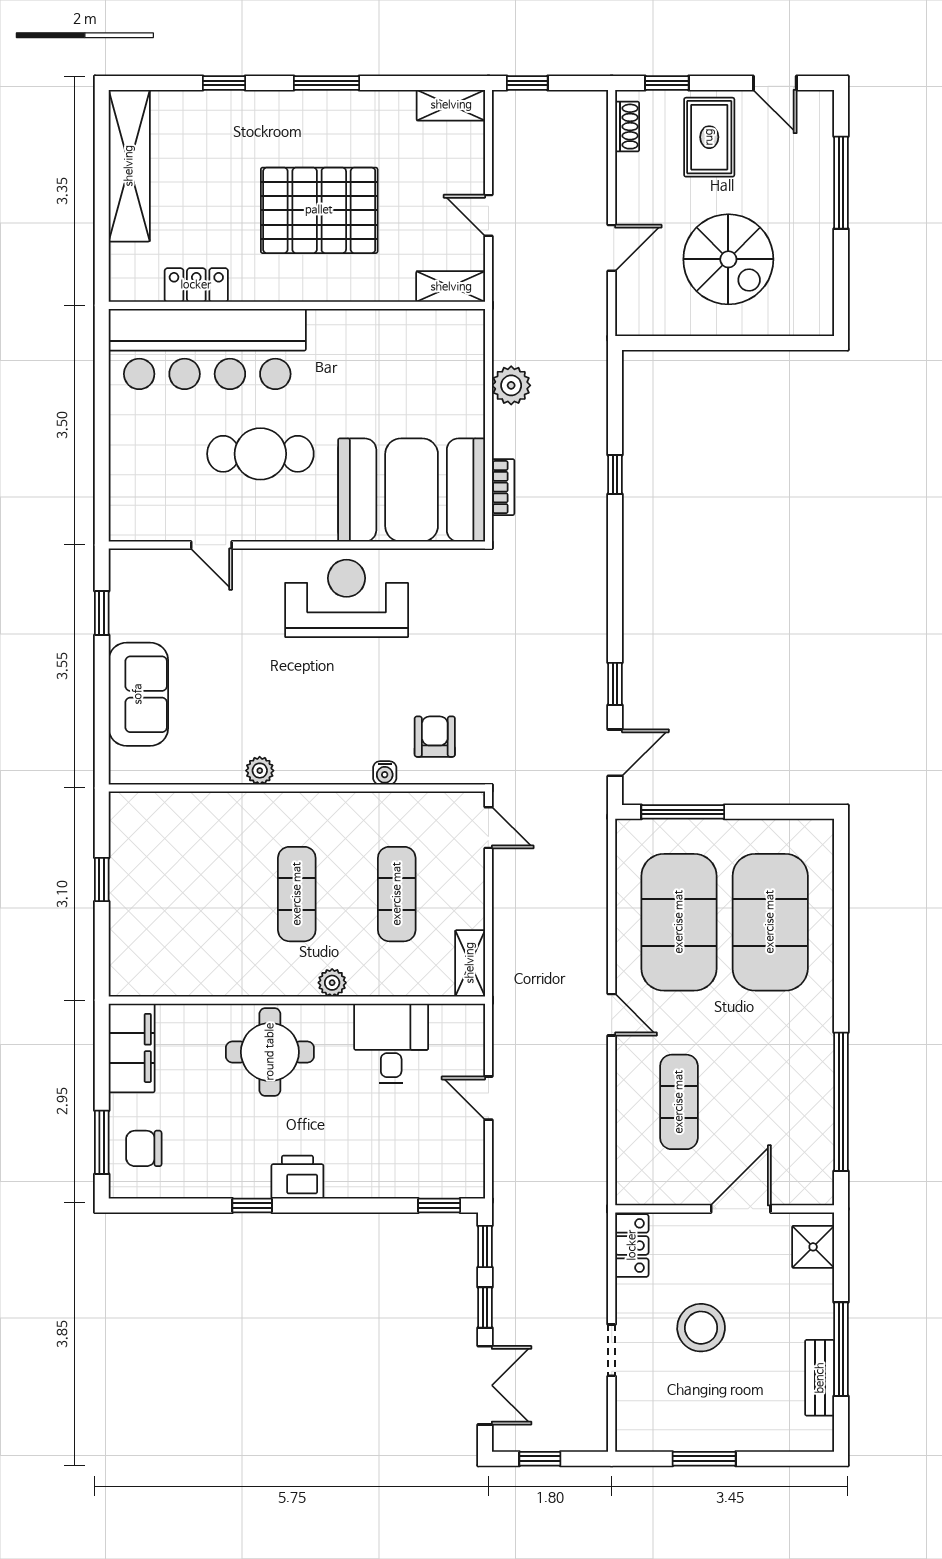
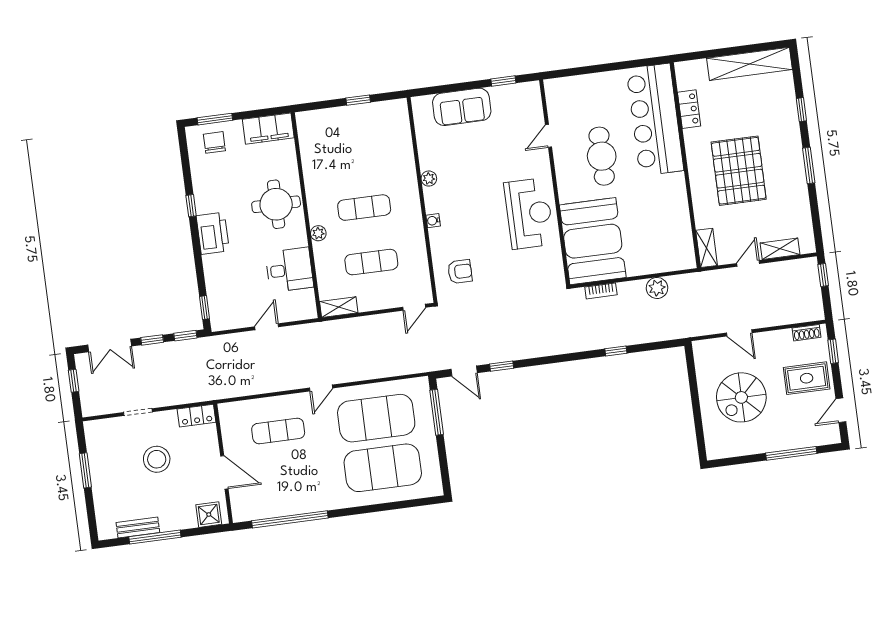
shelving: (451, 105) -> (780, 249), moved, turned 90
water cooler: (385, 773) -> (433, 221), moved
printer: (297, 1177) -> (213, 233), width x1.37, depth x1.19

